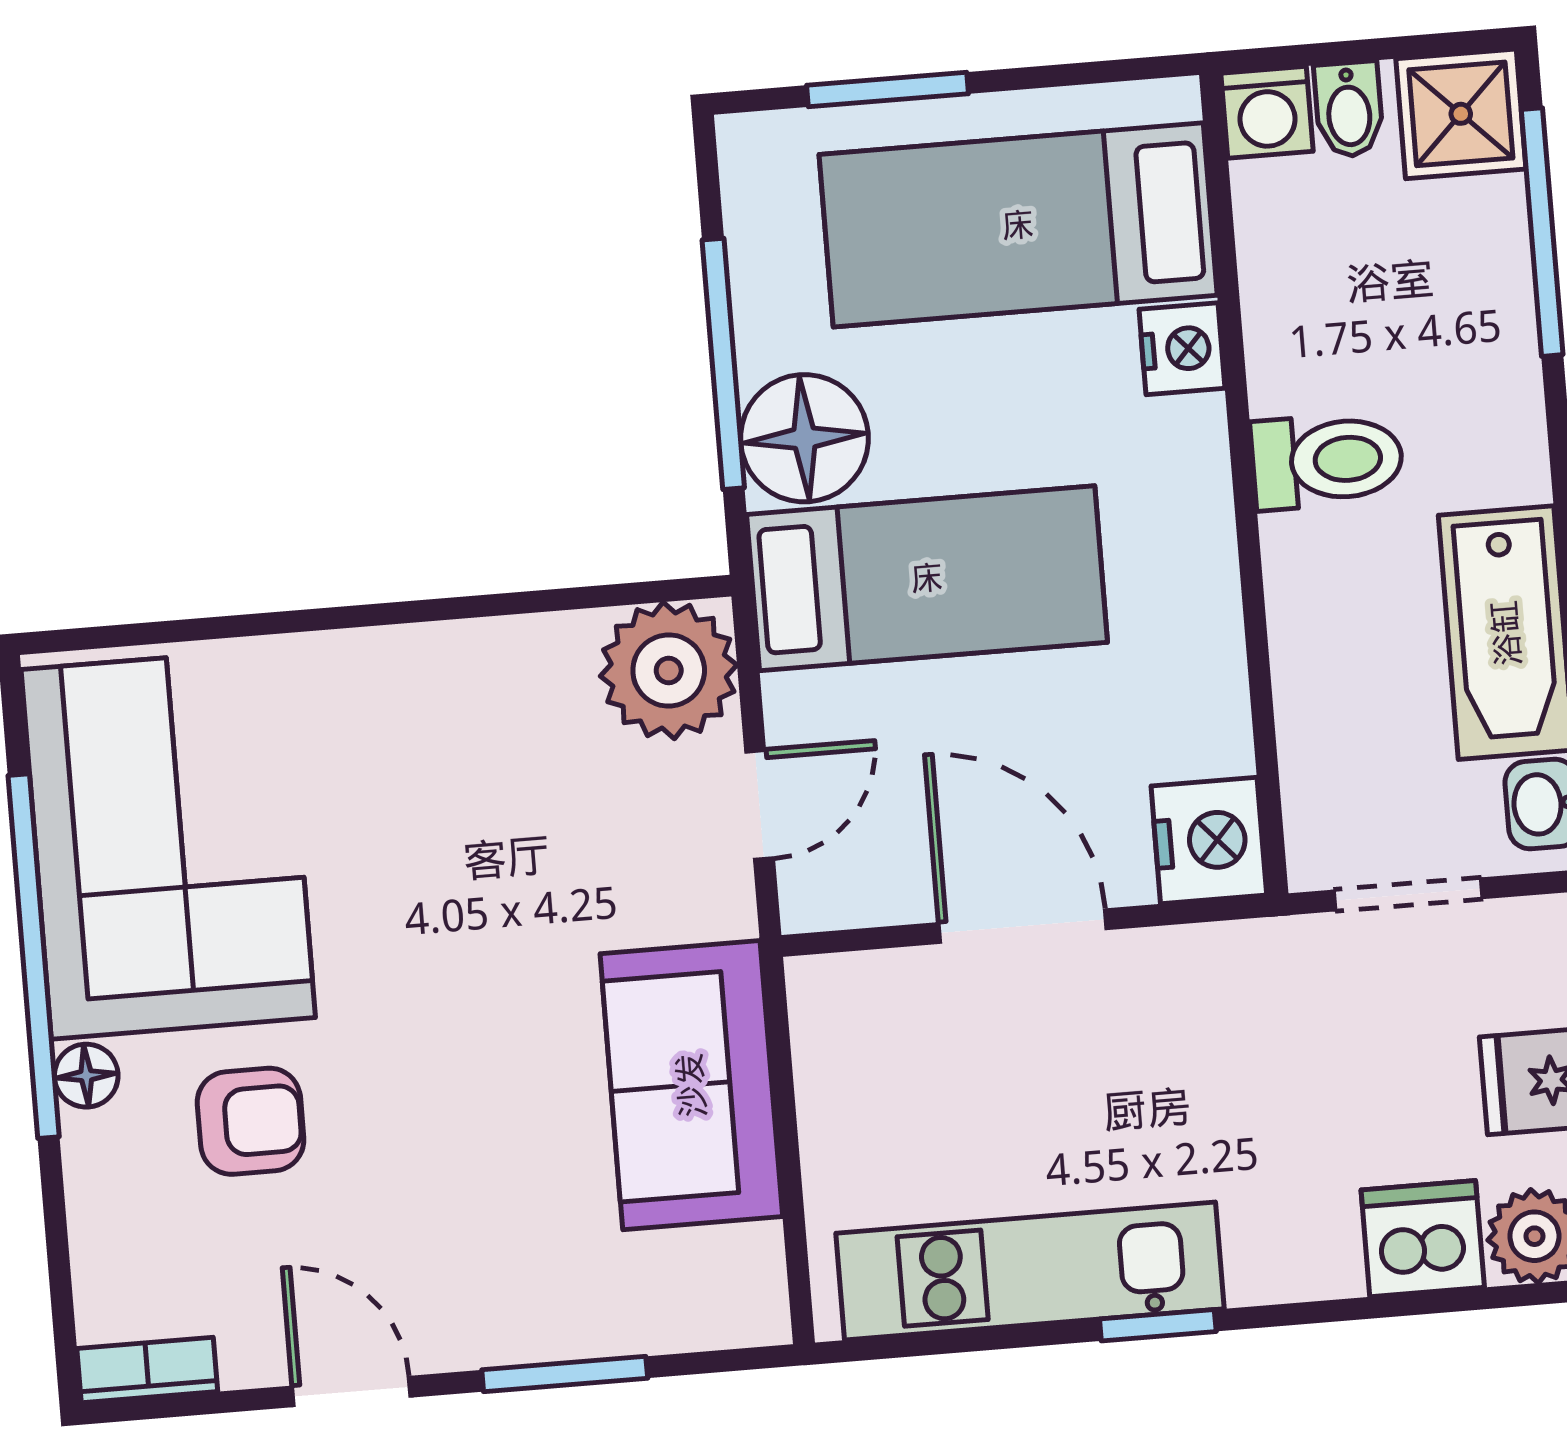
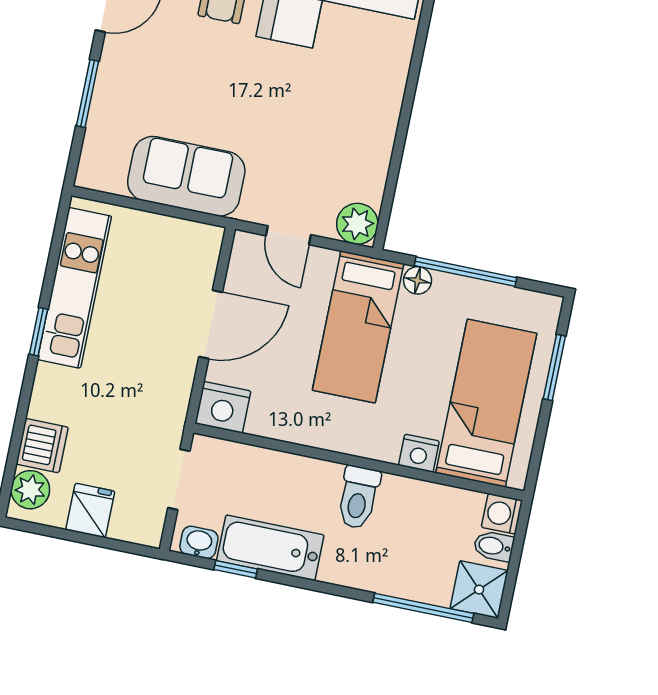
floor lamp: (804, 438) -> (418, 280), width x0.53, depth x0.53
plant: (669, 671) -> (357, 224), width x0.73, depth x0.73

